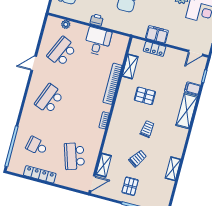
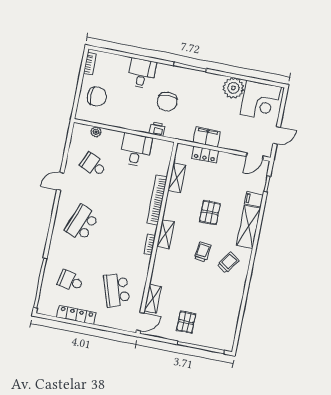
printer: (97, 20) -> (157, 129), moved
school desk: (62, 52) -> (93, 165), width x0.54
pallet: (145, 96) -> (210, 212), moved, turned 90
trolley: (138, 158) -> (228, 262), moved
shelving: (173, 169) -> (166, 234), moved

